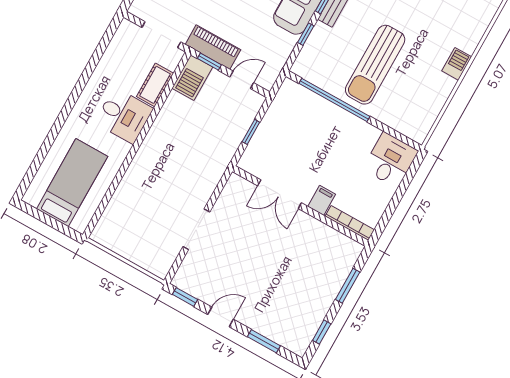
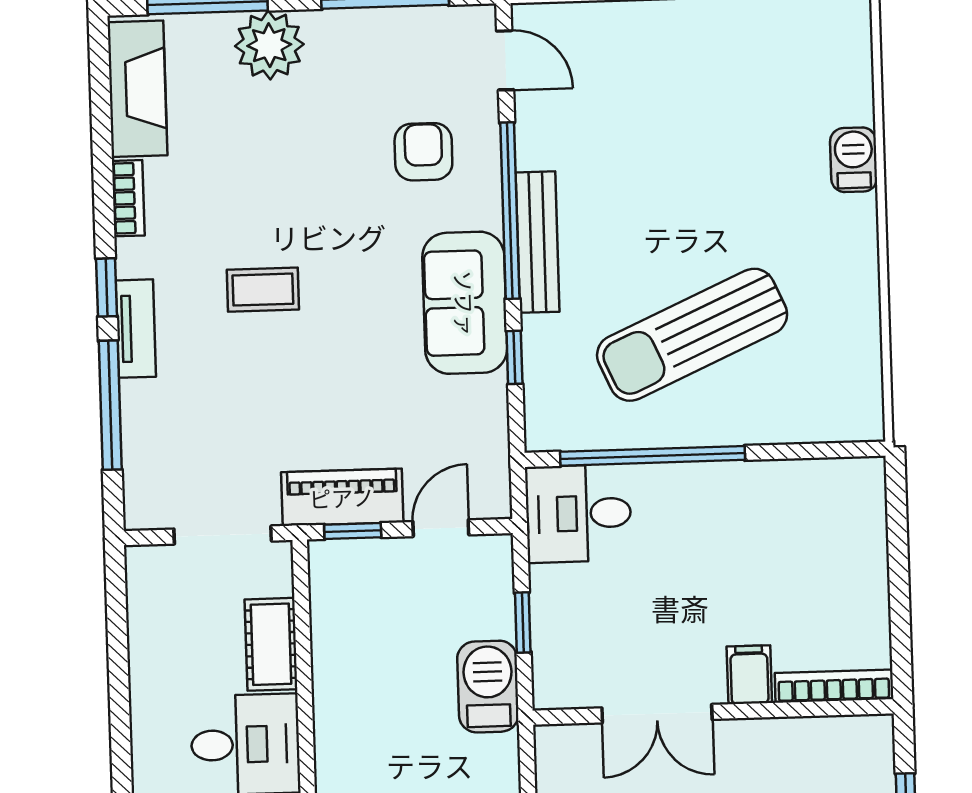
barbecue: (457, 64) -> (854, 160), moved
sun lounger: (375, 65) -> (692, 335), turned 66
barbecue: (192, 78) -> (488, 687), moved, turned 180
desk: (390, 160) -> (578, 513), moved, turned -90

